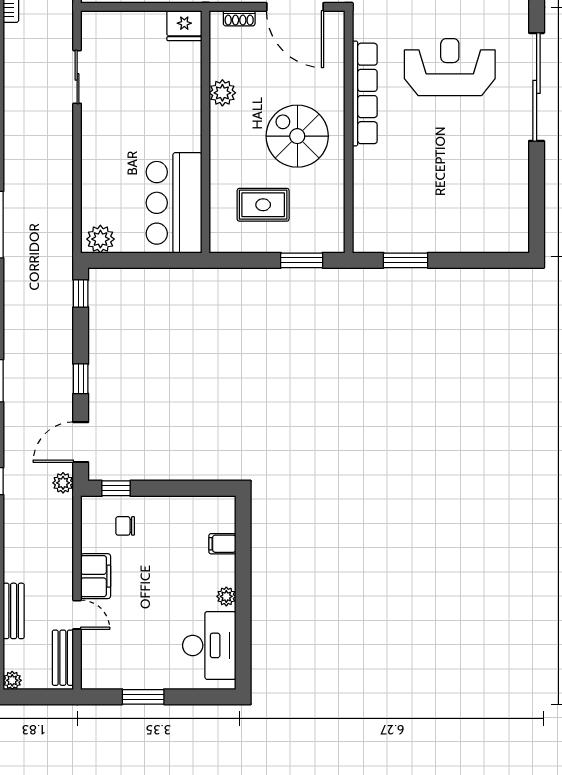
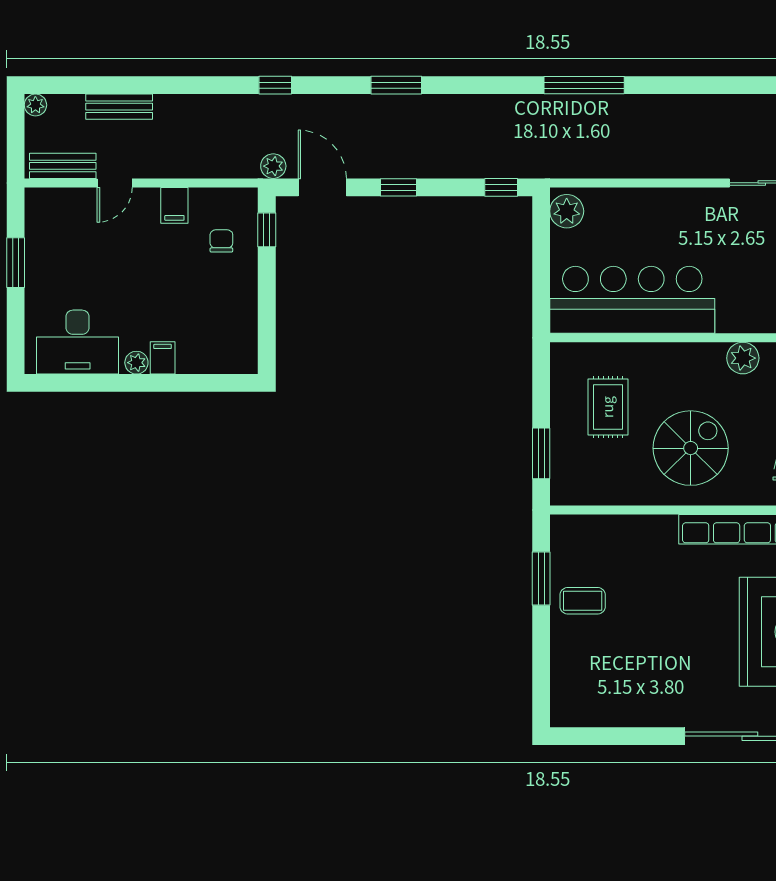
bar counter: (174, 203) -> (632, 300), width x1.36
coffee table: (424, 226) -> (583, 601), added
filing cabinet: (222, 544) -> (163, 358), moved
filing cabinet: (96, 576) -> (174, 205), width x0.50

